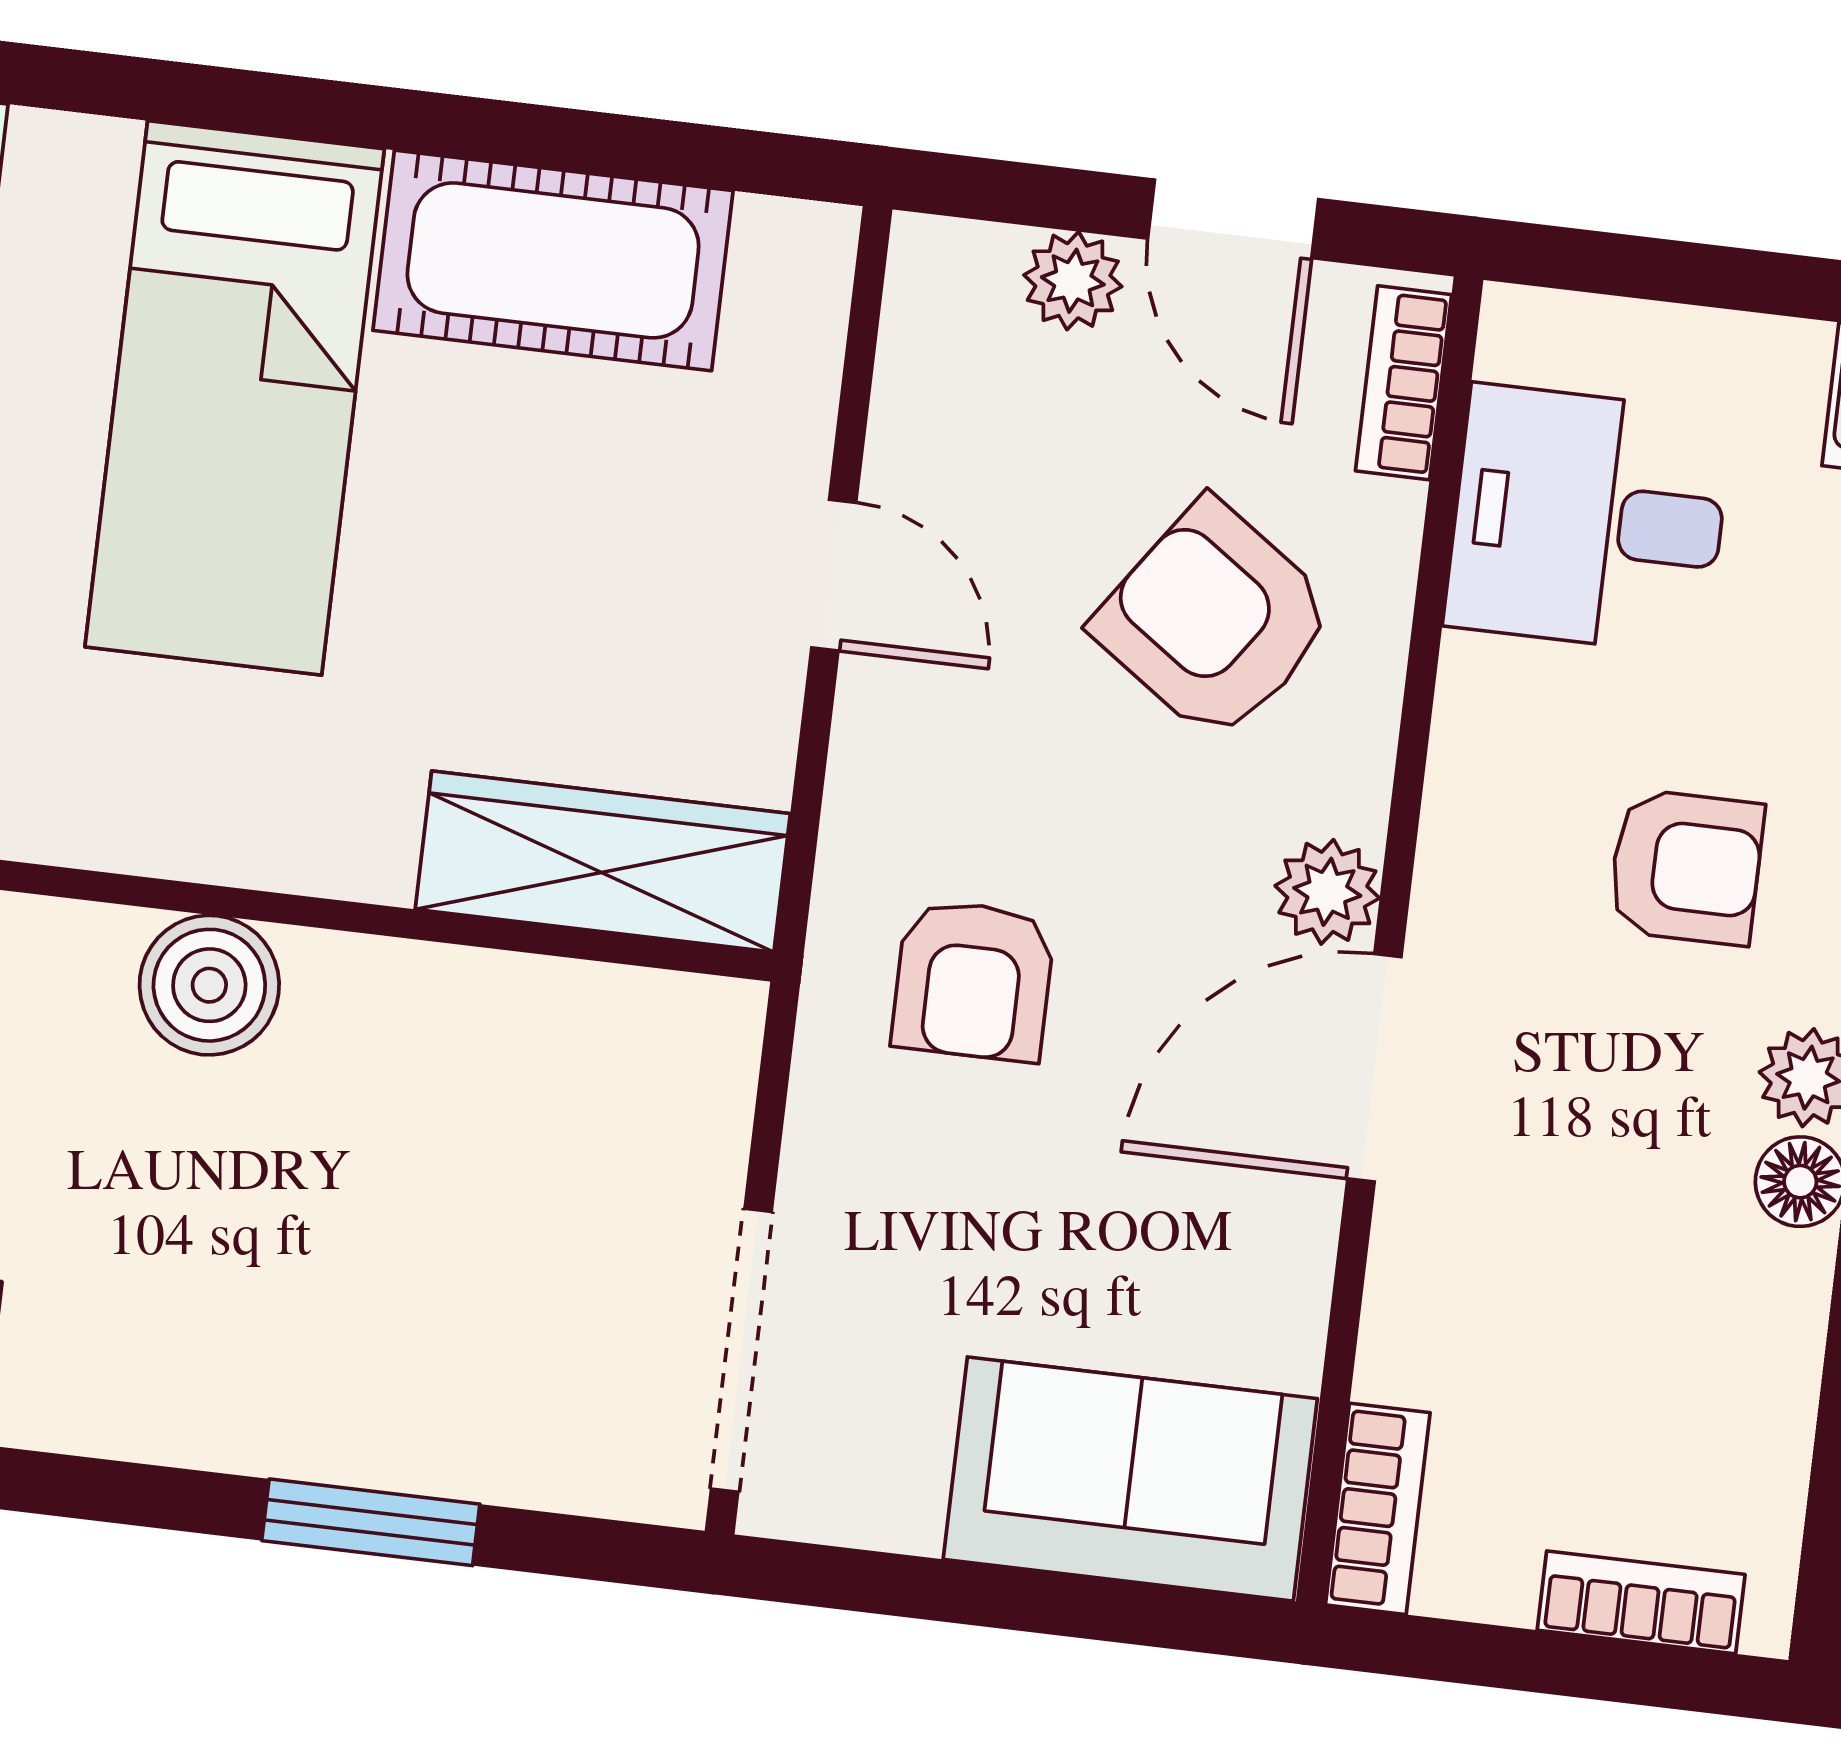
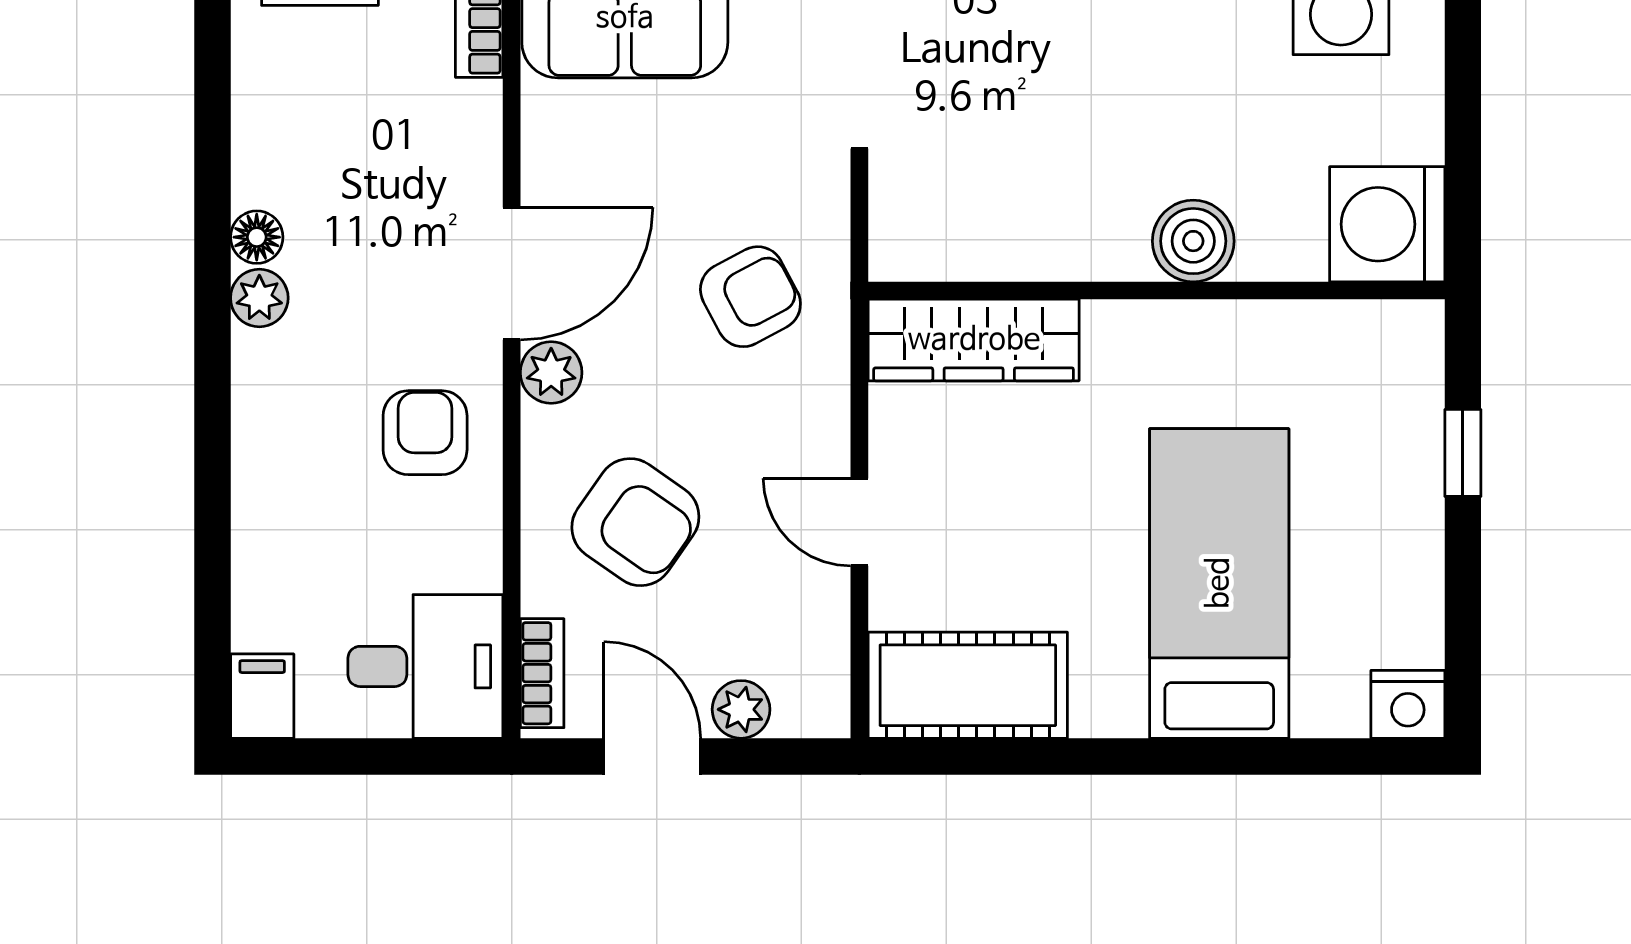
cot: (553, 260) -> (968, 685), moved
desk: (1588, 519) -> (425, 666), moved
armchair: (1686, 867) -> (425, 433), moved, turned 90
armchair: (973, 980) -> (750, 297), turned 62

